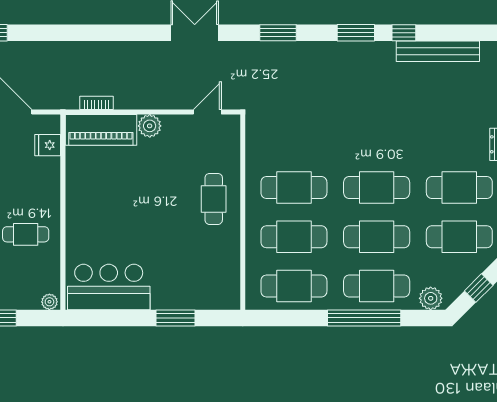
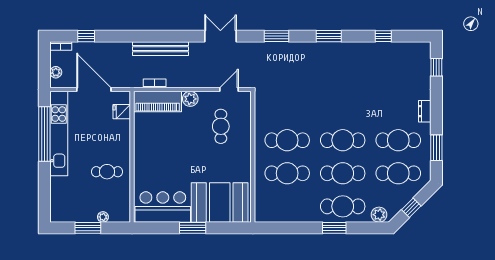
window: (404, 33) -> (383, 36), moved
bench: (438, 51) -> (160, 49), moved
cafe table: (214, 199) -> (221, 126), moved
booth: (193, 280) -> (220, 203), added
cafe table: (294, 286) -> (287, 206), removed
plant: (49, 302) -> (103, 217), moved
window: (176, 318) -> (193, 228), moved
window: (364, 318) -> (334, 228), width x0.47

